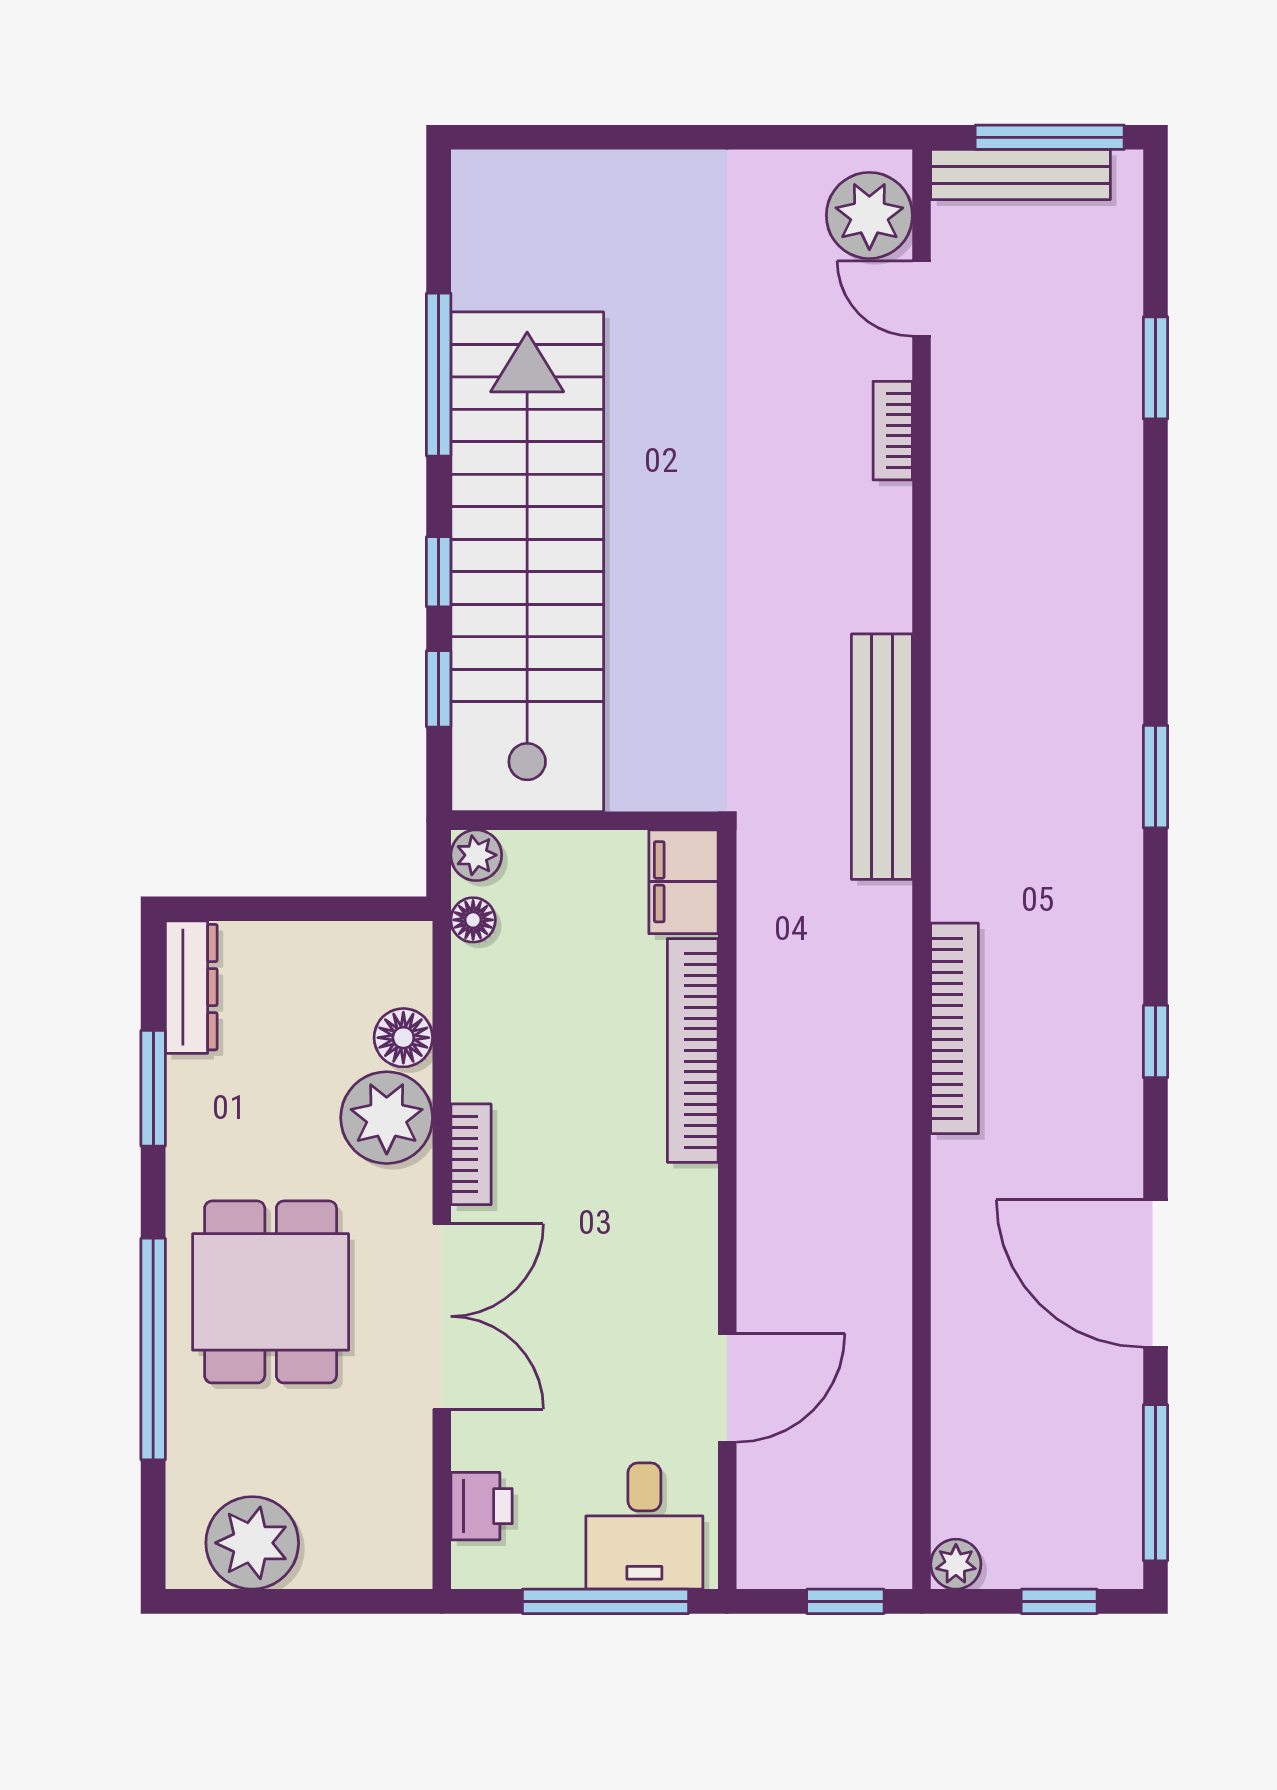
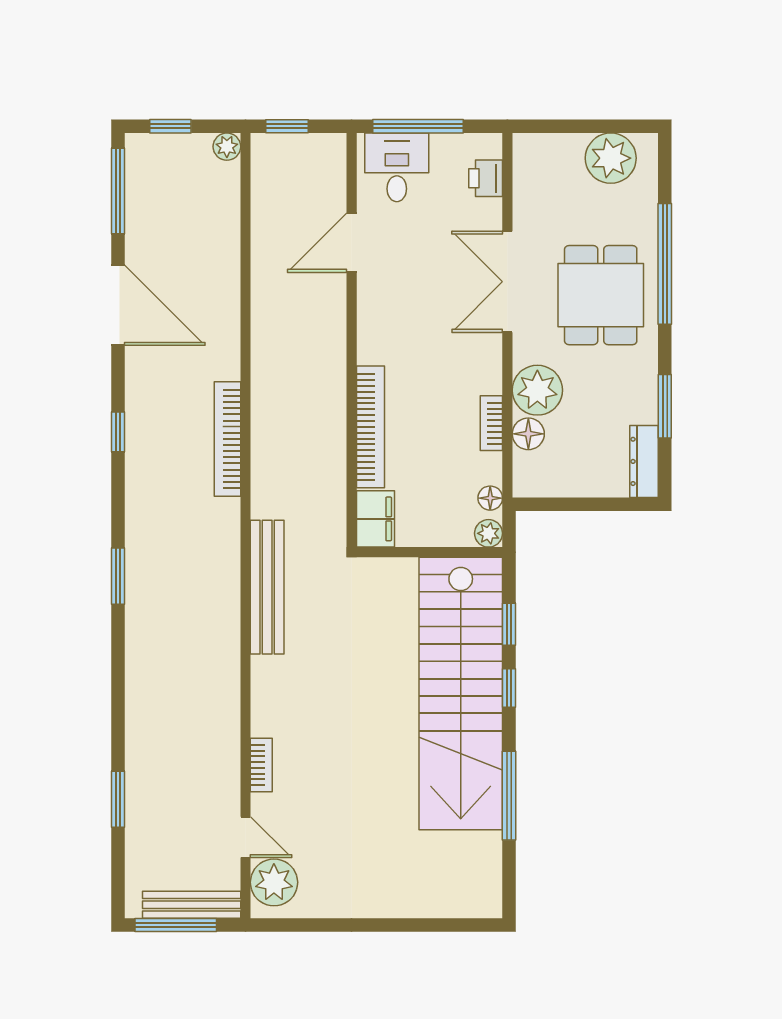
bookcase: (471, 1154) -> (491, 423), moved

